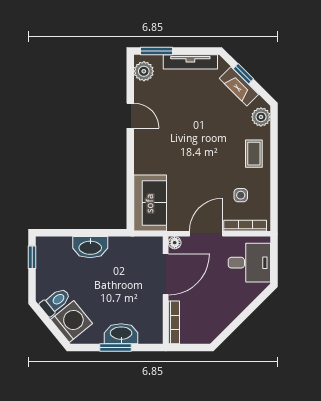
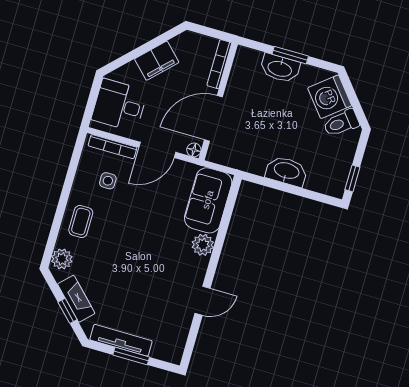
window: (156, 51) -> (131, 356), moved
plant: (144, 71) -> (203, 245), moved
door: (130, 116) -> (203, 301), swing flipped
filing cabinet: (228, 310) -> (157, 61), added

